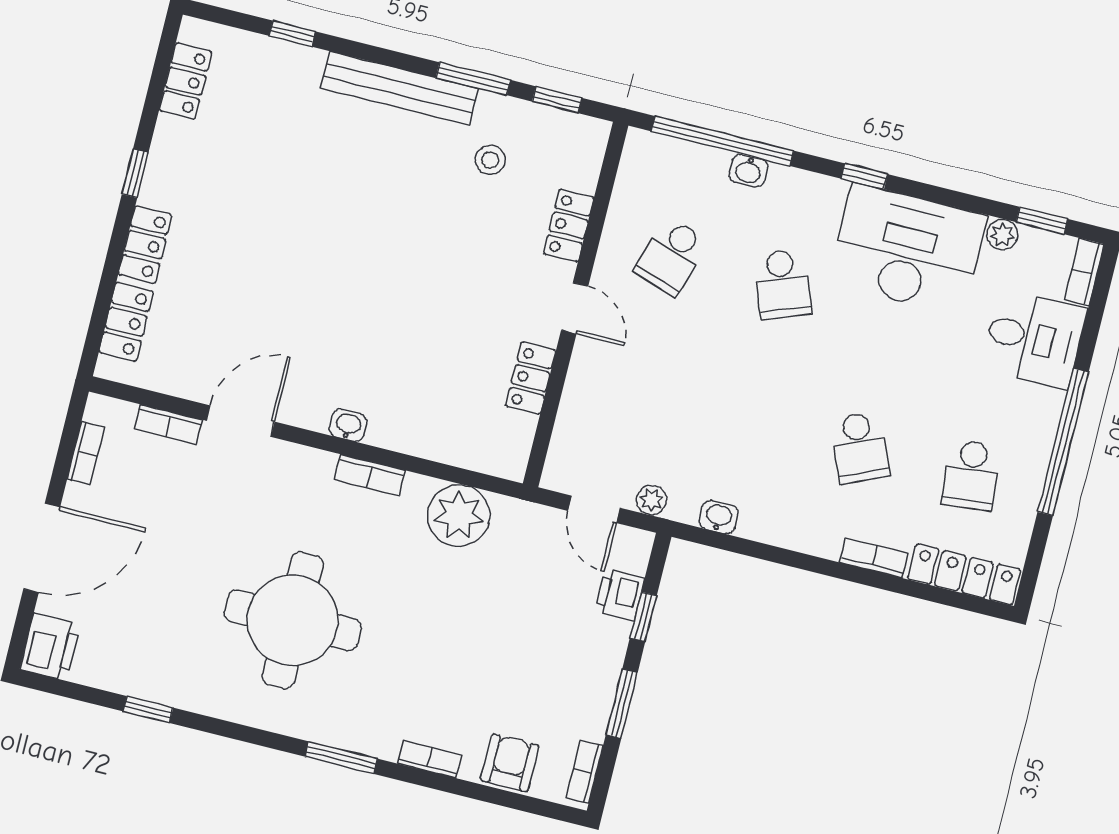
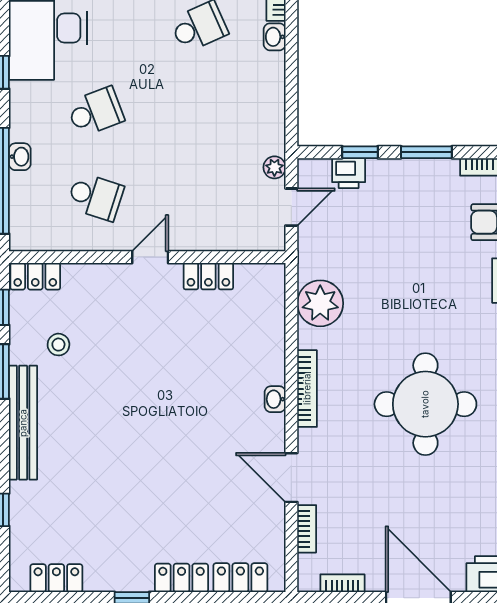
locker: (569, 226) -> (35, 276), moved
bookcase: (370, 475) -> (307, 389), width x1.56
washbasin: (719, 517) -> (275, 37), moved

